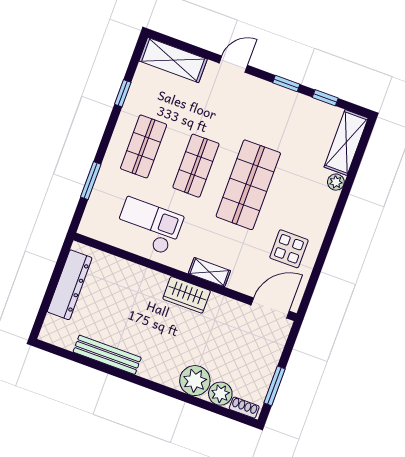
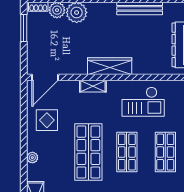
plant: (336, 182) -> (32, 158), moved
wardrobe: (187, 295) -> (110, 66), width x1.50

